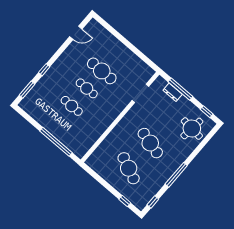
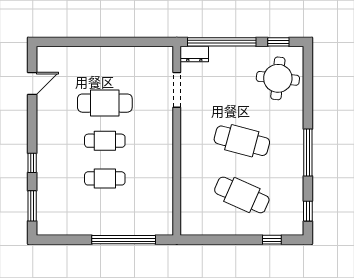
window: (180, 89) -> (222, 42), width x1.46
dresser: (173, 92) -> (194, 54), moved

